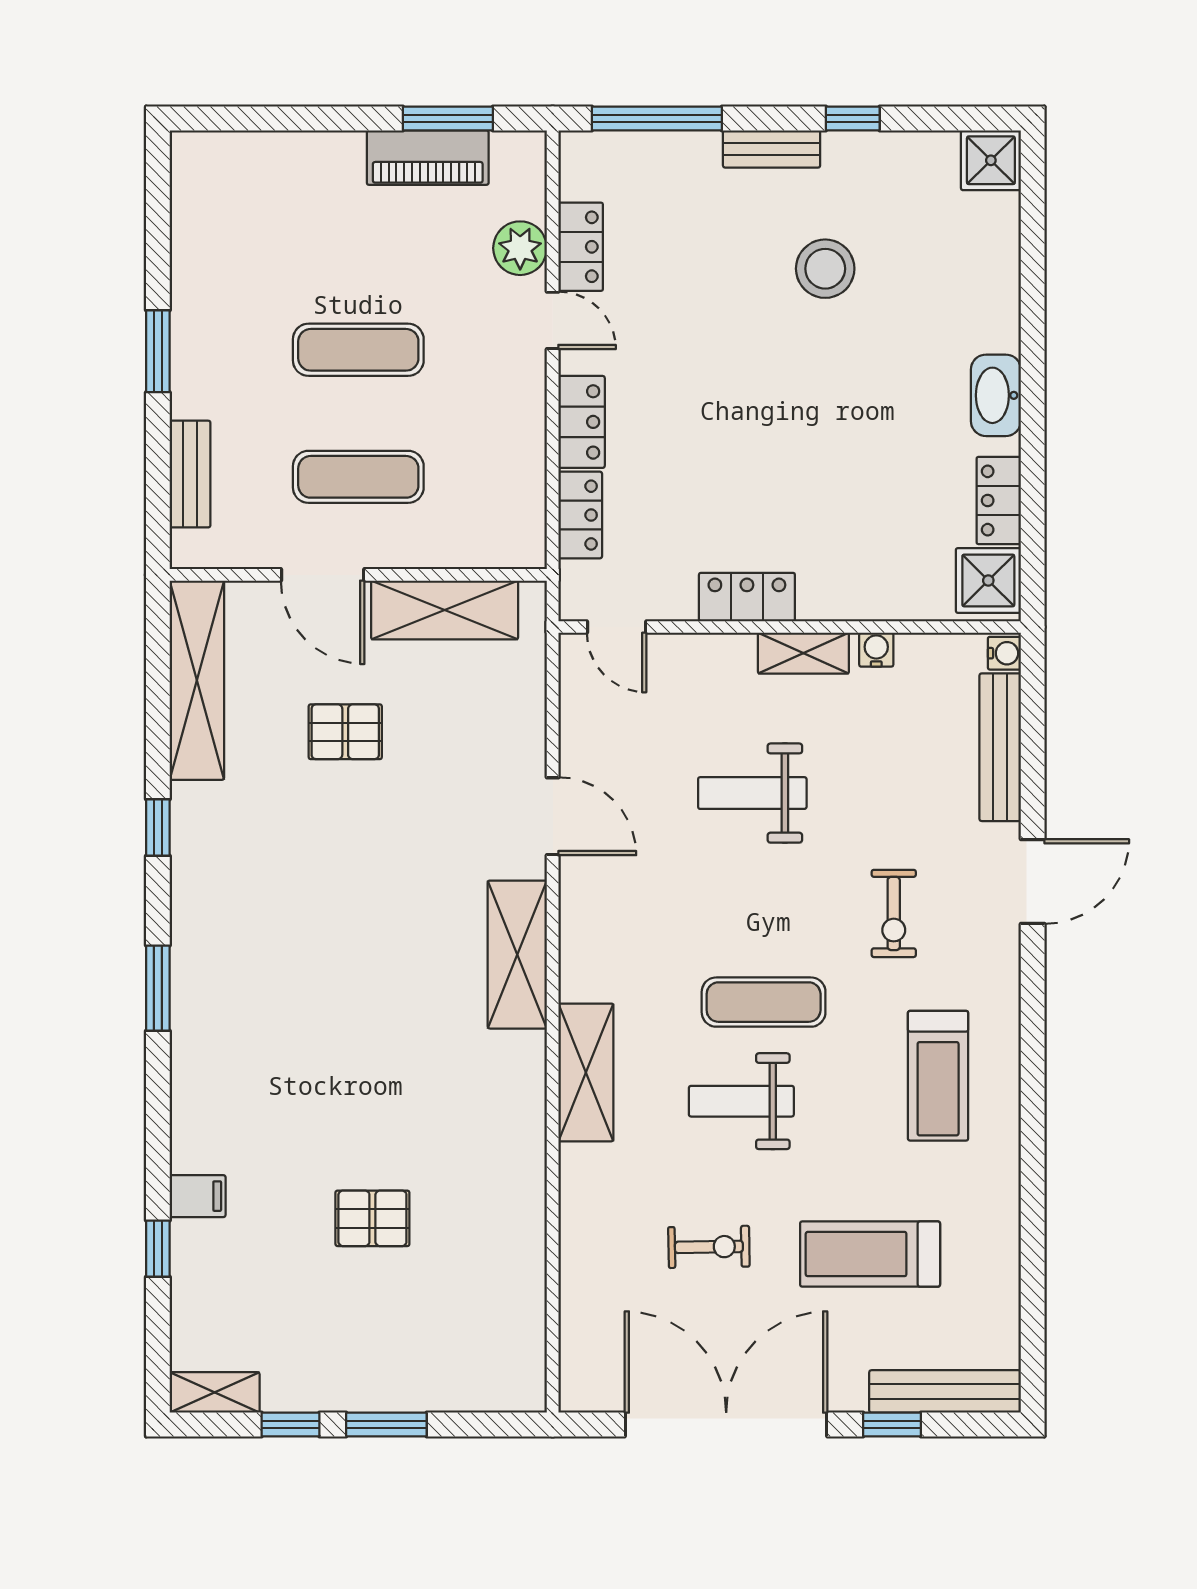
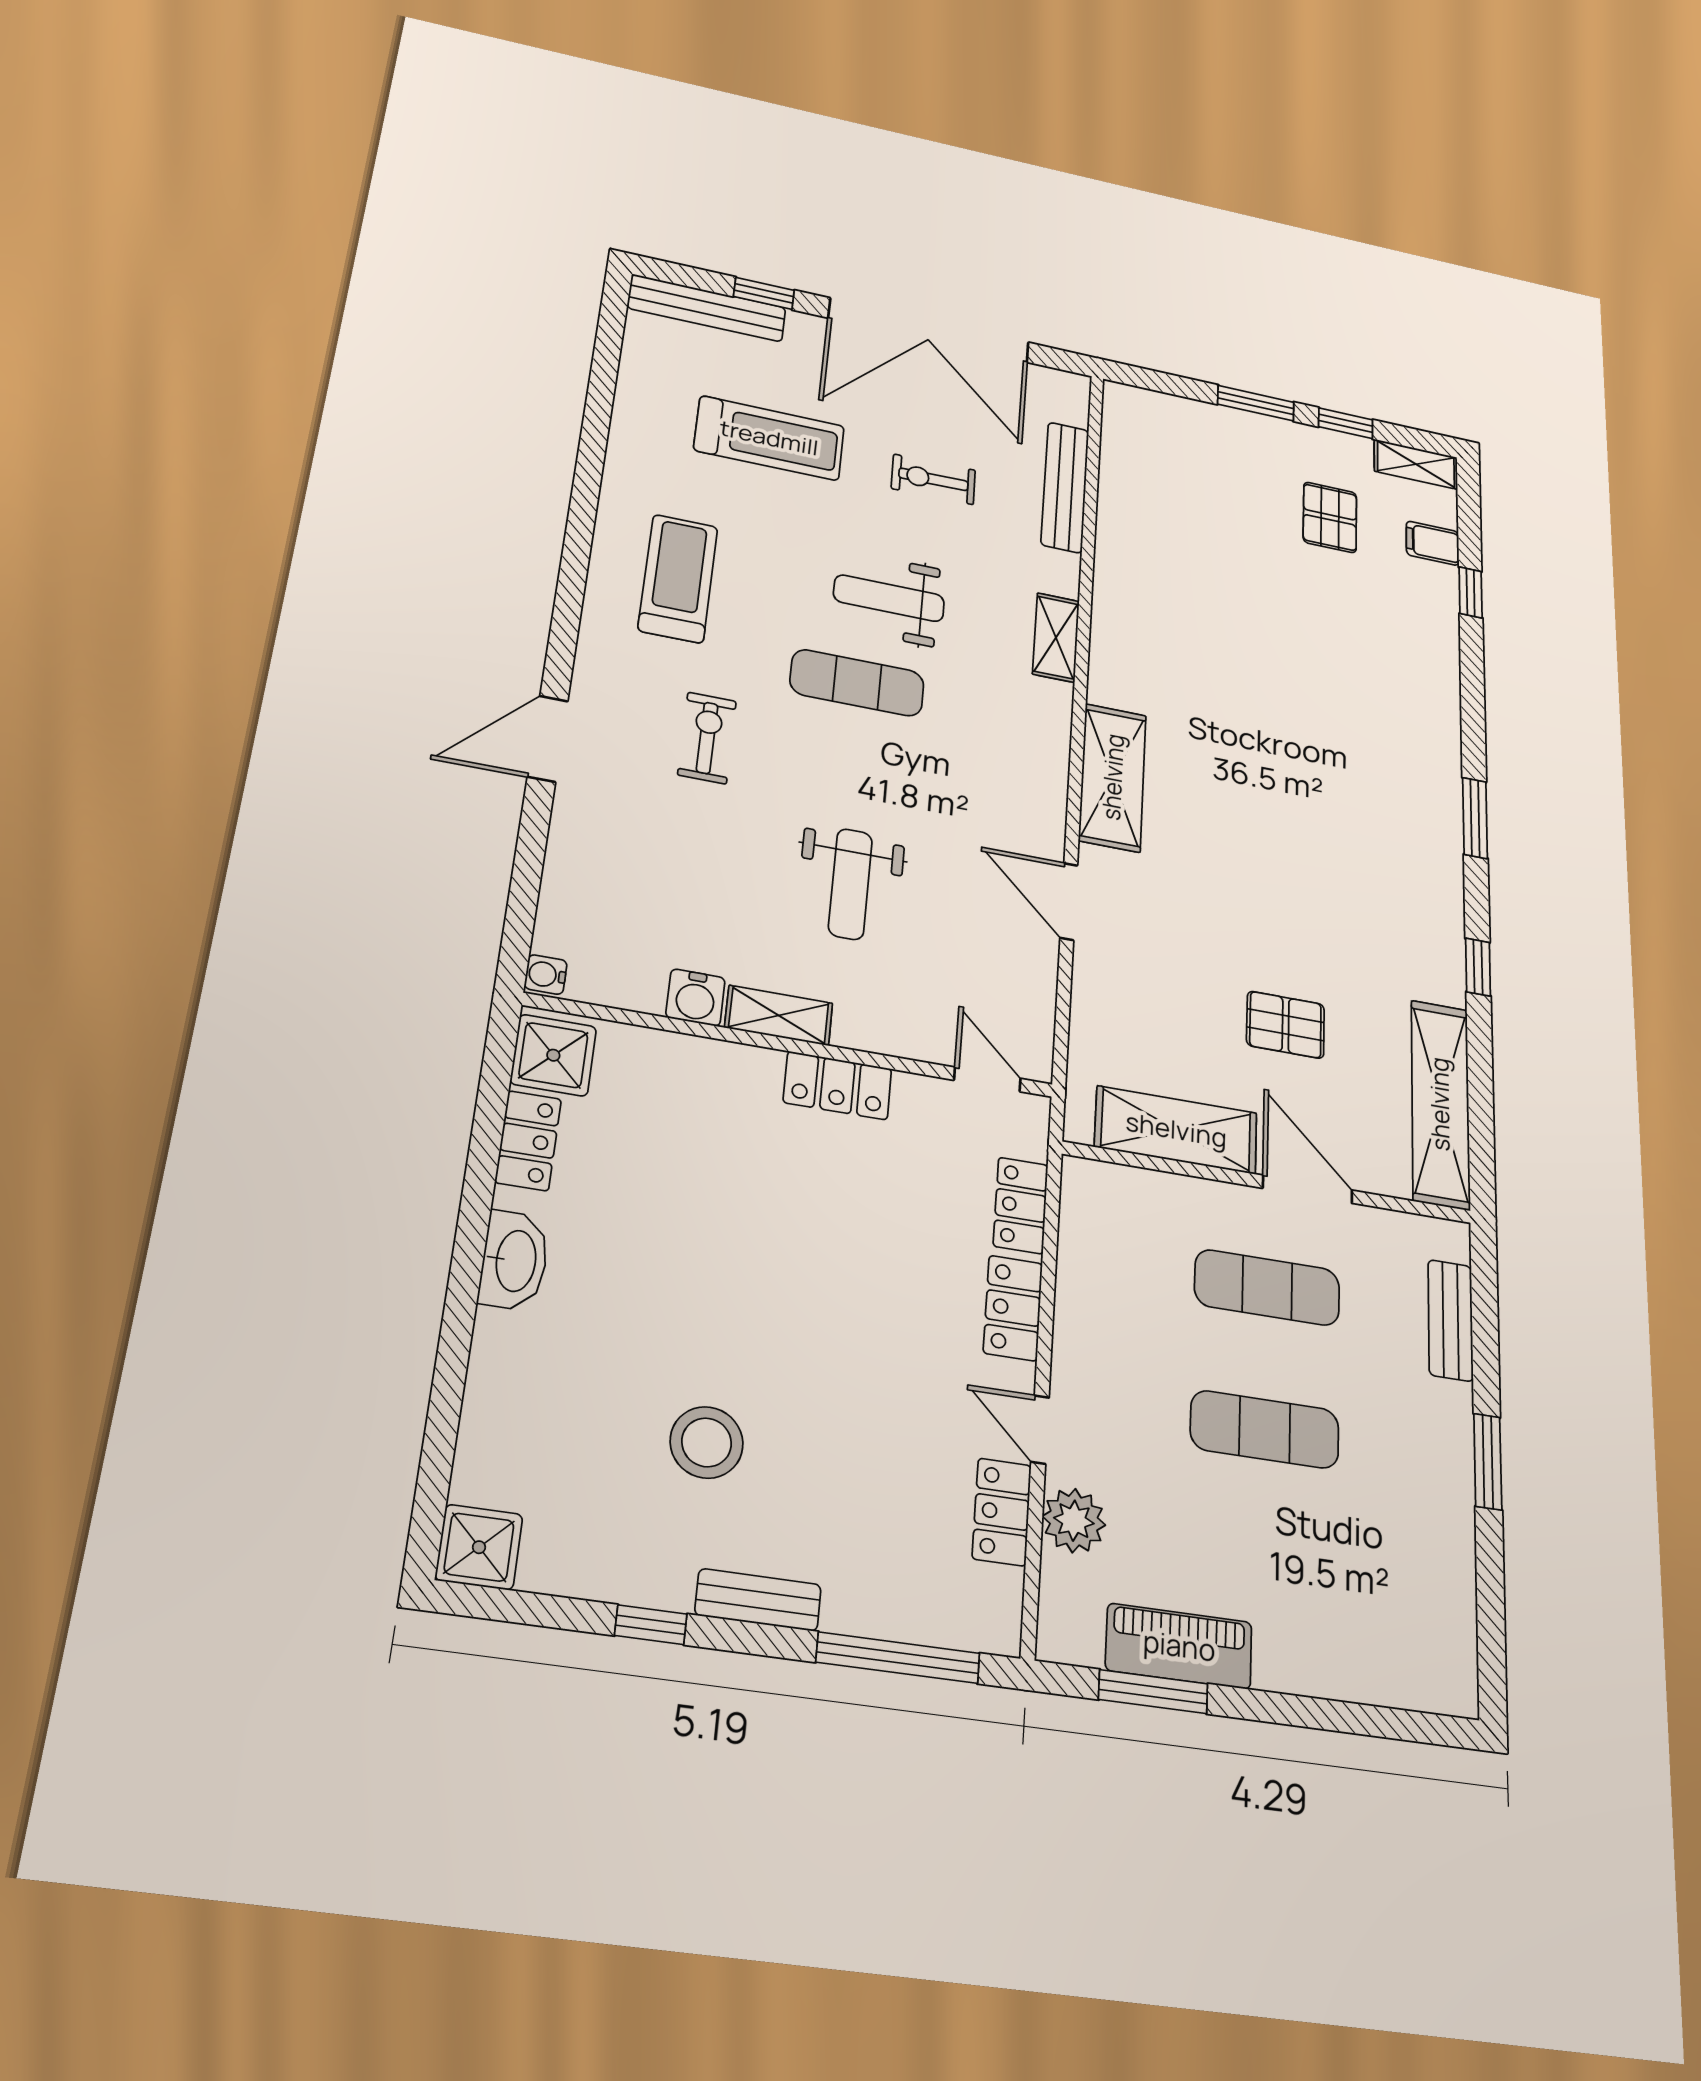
water cooler: (876, 650) -> (695, 998), width x1.38, depth x1.38
bench: (1000, 747) -> (1065, 487), moved
weight bench: (752, 793) -> (850, 884), turned 90
shelving: (586, 1072) -> (1056, 638), width x0.67, depth x0.75
weight bench: (741, 1101) -> (889, 598), turned 180
filing cabinet: (198, 1196) -> (1433, 543), moved
pallet: (372, 1218) -> (1330, 517), moved, turned 90

